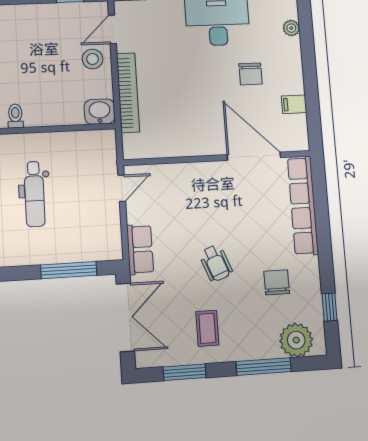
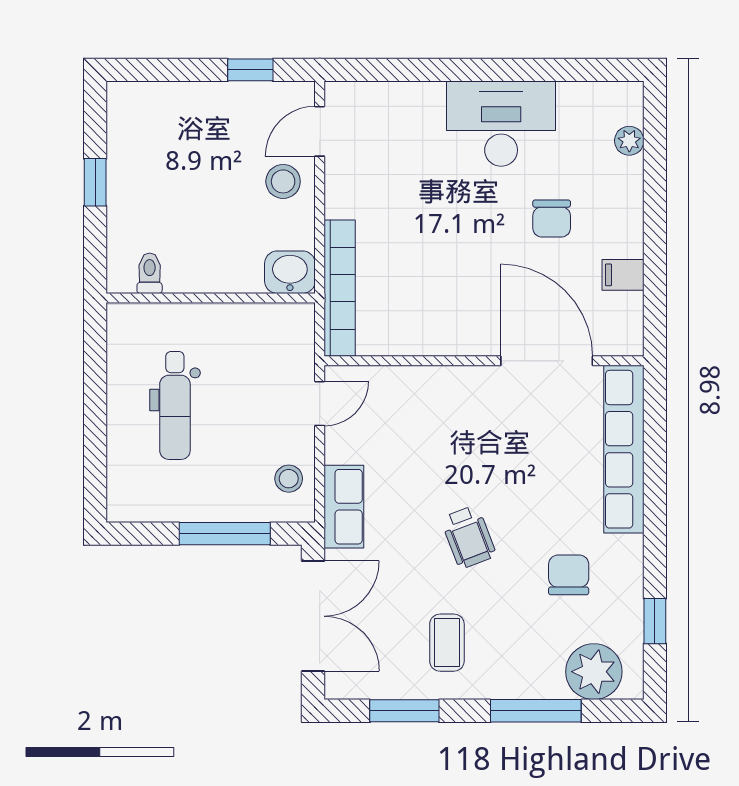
bookcase: (128, 93) -> (340, 288), moved
stool: (106, 234) -> (289, 479), added

